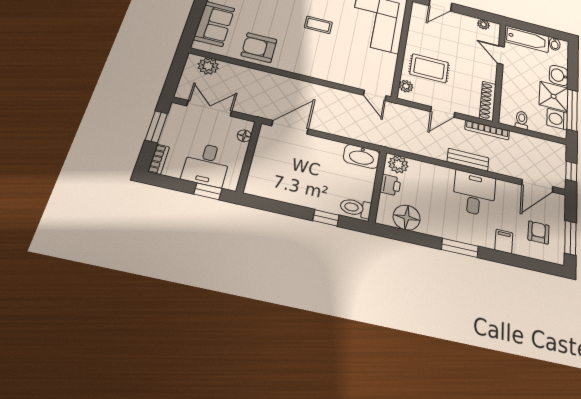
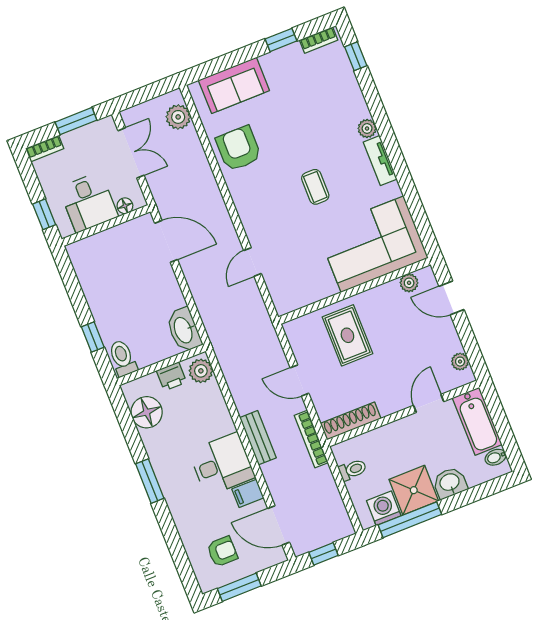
plant: (406, 86) -> (409, 283), moved
door: (375, 95) -> (253, 262), moved
desk: (207, 165) -> (88, 202), moved, turned -90
filing cabinet: (504, 241) -> (248, 493), moved, turned 180

